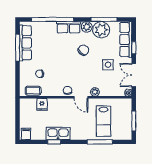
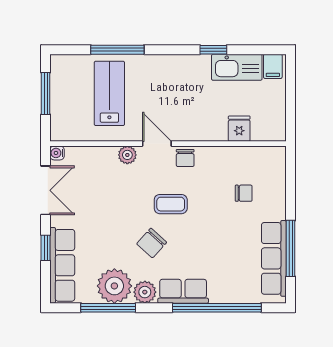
side table: (108, 65) -> (100, 212), removed
coffee table: (33, 91) -> (171, 204), moved
kitchen sink: (58, 133) -> (237, 67), moved

